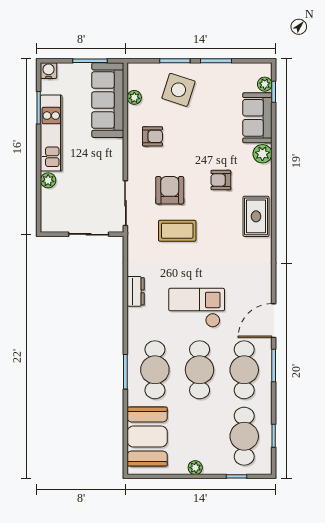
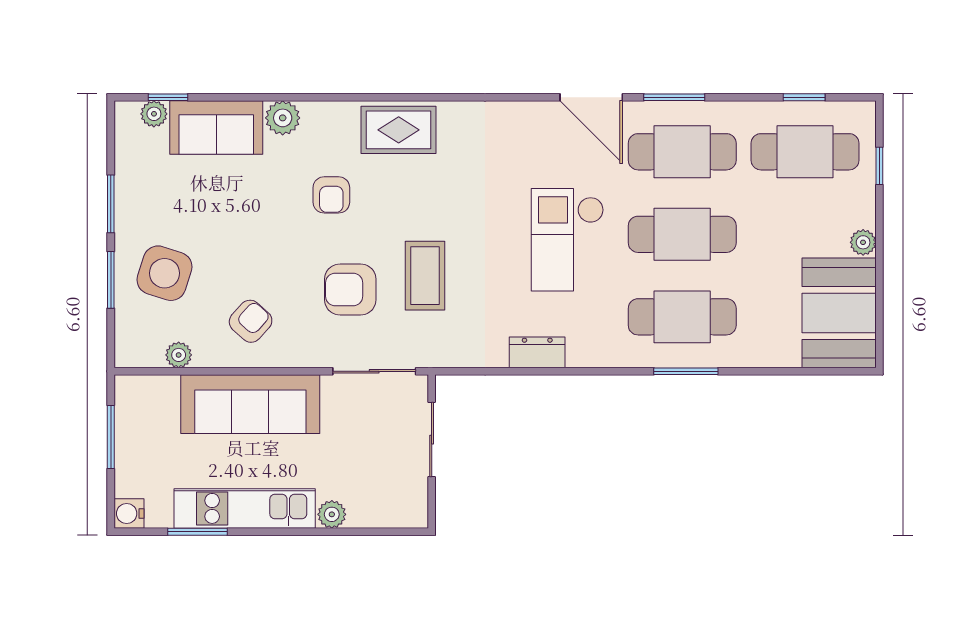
sofa: (108, 100) -> (250, 404), moved
armchair: (153, 136) -> (251, 321), turned 42
booth: (147, 436) -> (839, 313), moved, turned 90

